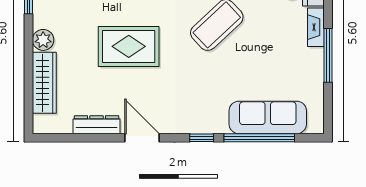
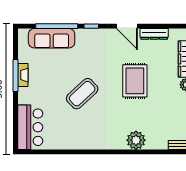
fireplace: (316, 27) -> (23, 75), moved
rug: (129, 46) -> (135, 81), turned 90

